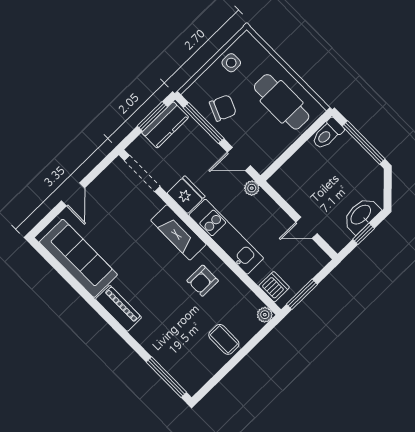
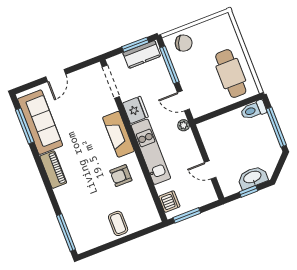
side table: (231, 63) -> (207, 31), removed
chair: (223, 108) -> (184, 43), moved
window: (62, 271) -> (25, 126), added
plant: (265, 315) -> (154, 218), removed

